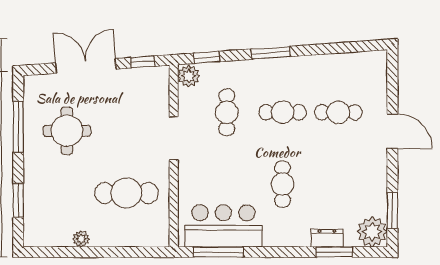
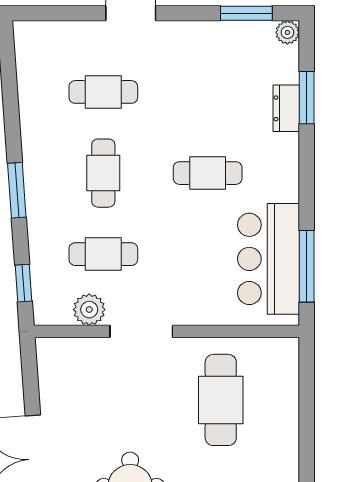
window: (143, 62) -> (30, 376), removed
plant: (189, 76) -> (89, 310), moved
cafe table: (338, 112) -> (103, 92), turned 90
plant: (372, 232) -> (287, 32), width x0.53, depth x0.53
plant: (81, 239) -> (287, 466), removed

